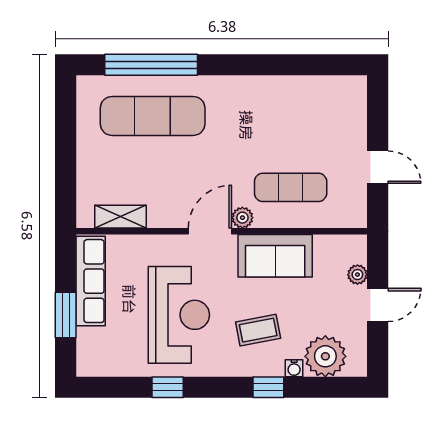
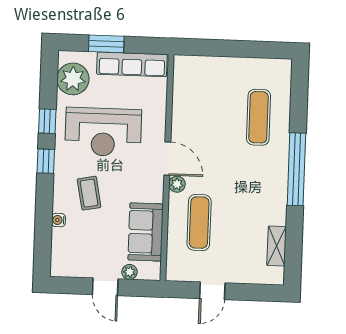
window: (151, 65) -> (296, 169), moved
exercise mat: (153, 116) -> (259, 117), width x0.73, depth x0.69
shelving: (121, 217) -> (277, 246), moved
sofa: (275, 256) -> (146, 232), moved
plant: (325, 356) -> (73, 79), moved
window: (268, 387) -> (46, 161), moved

